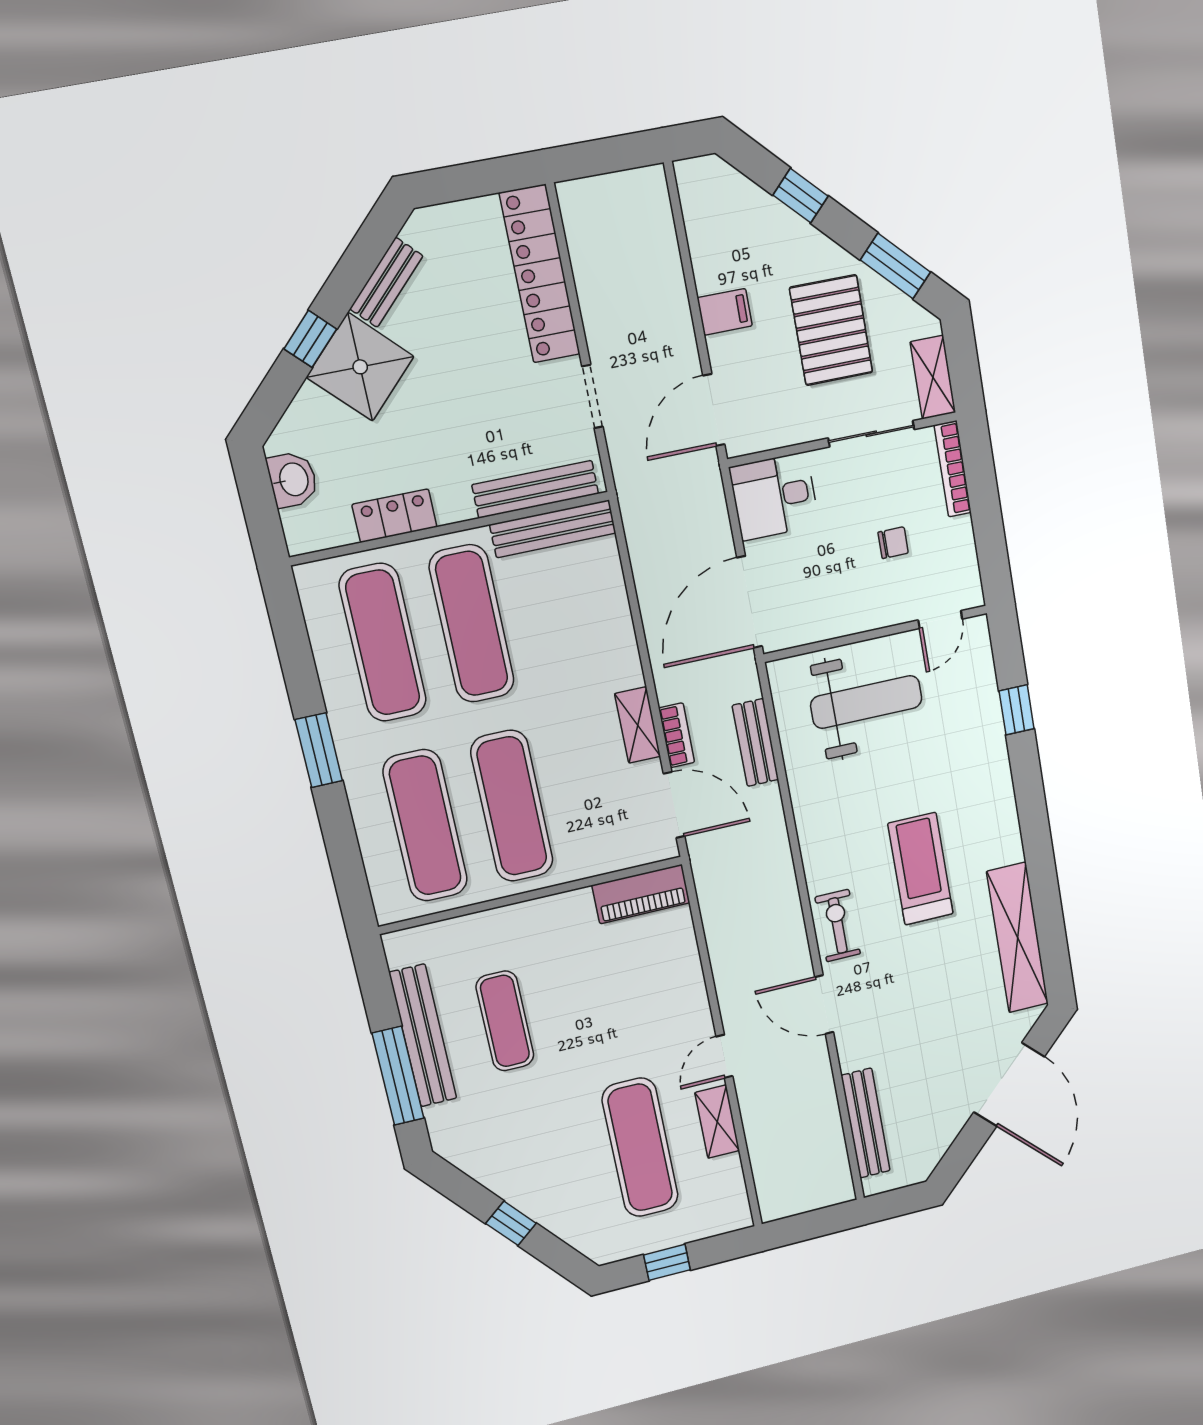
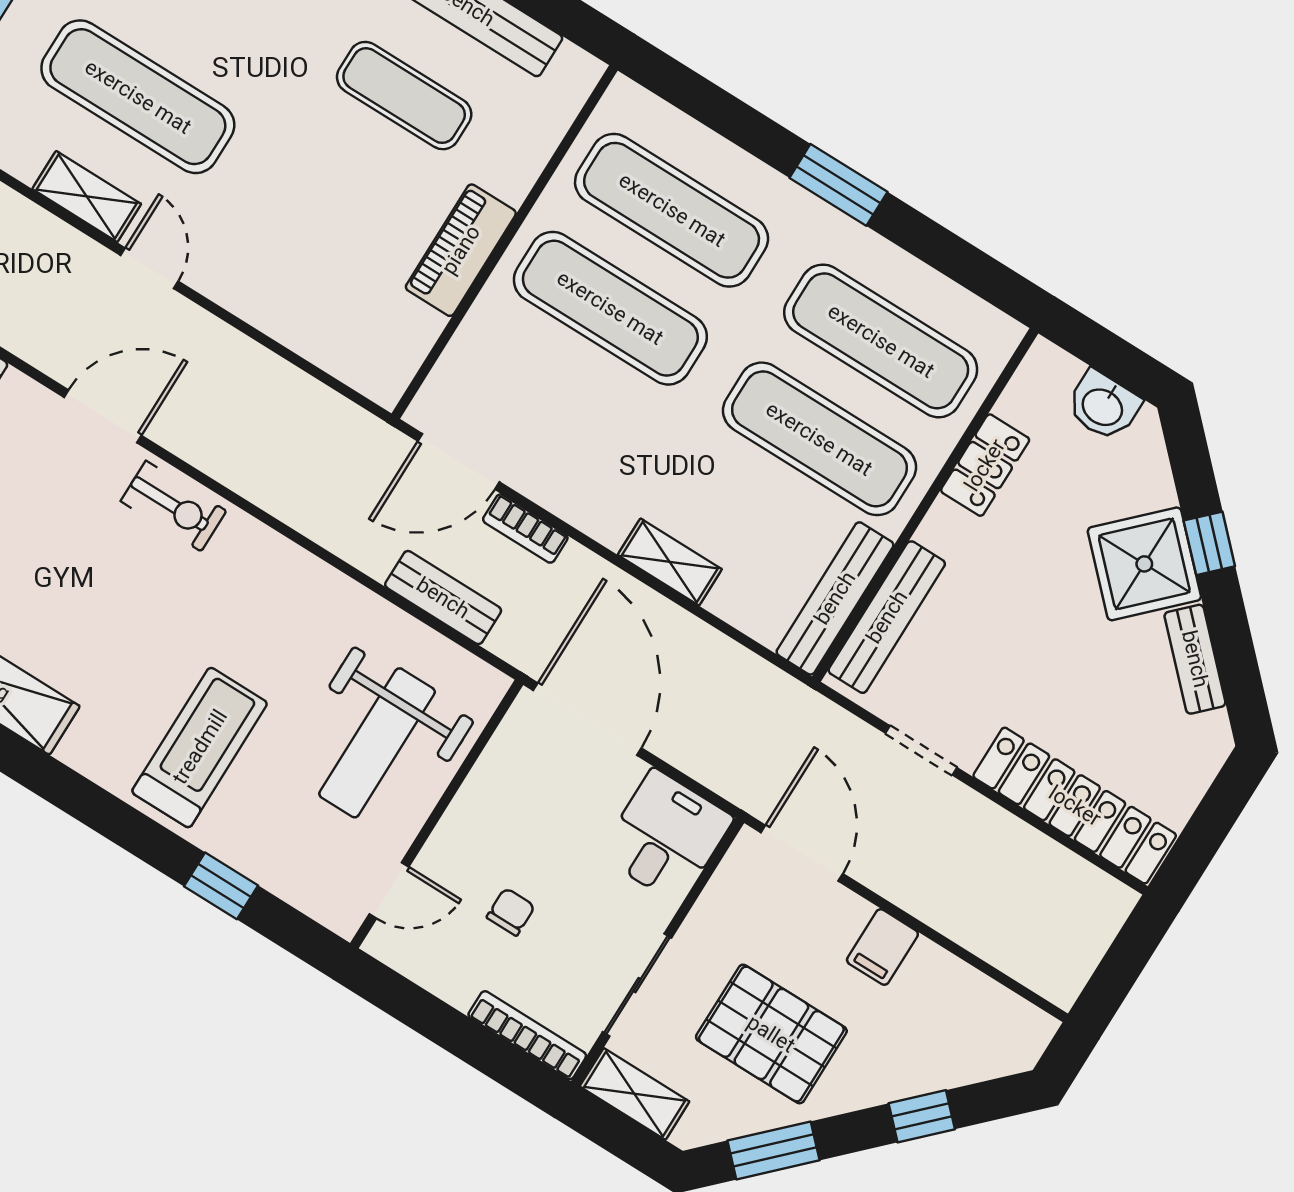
chair: (893, 543) -> (511, 912), turned 180
door: (940, 620) -> (389, 890), swing flipped
shelving: (638, 725) -> (670, 562), moved
treadmill: (920, 869) -> (200, 747), moved, turned -90
piano: (641, 894) -> (461, 250), moved

